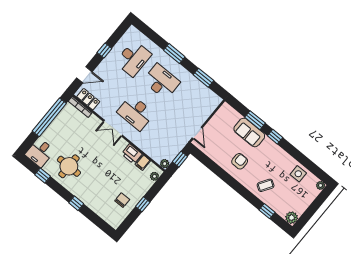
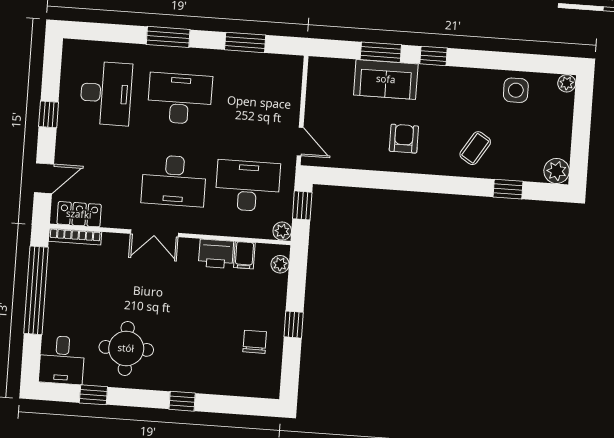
desk: (164, 136) -> (248, 186), added

